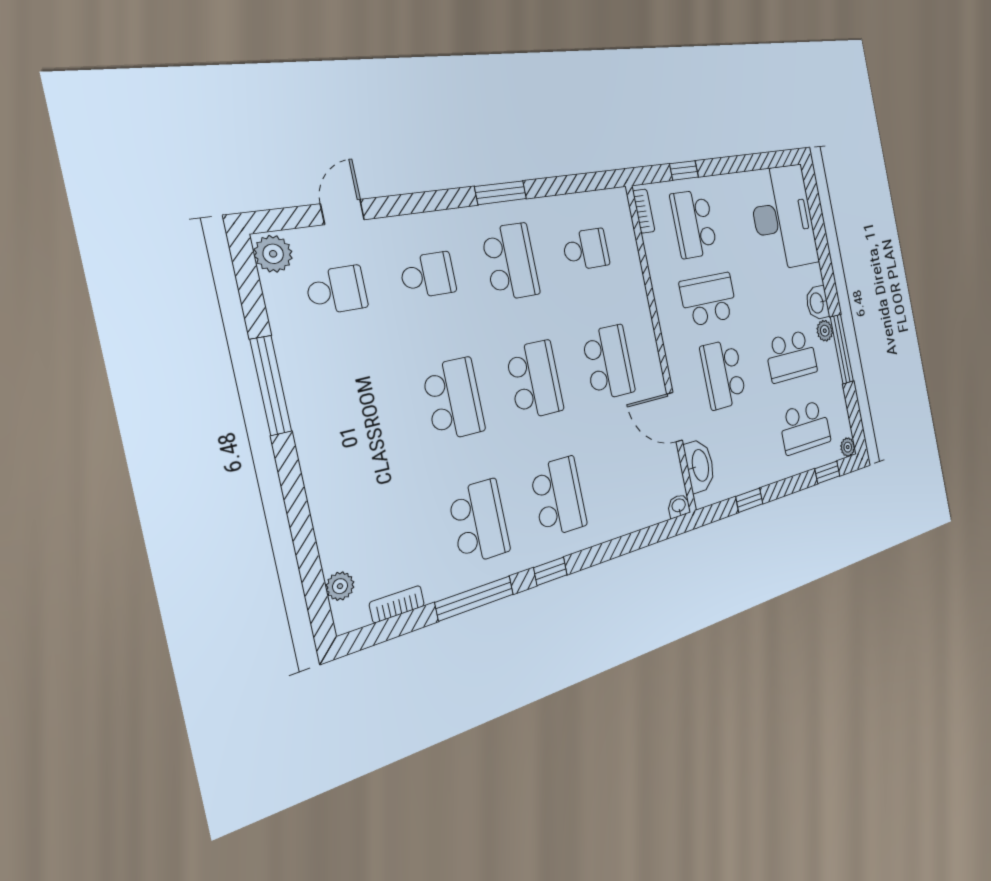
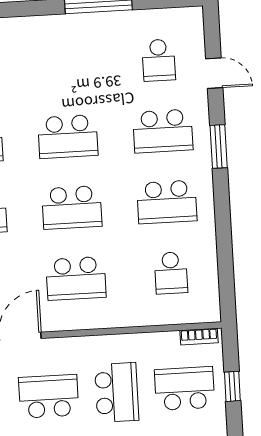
window: (501, 193) -> (219, 147), moved
plant: (273, 254) -> (188, 20), removed
school desk: (428, 275) -> (163, 131), width x1.85

